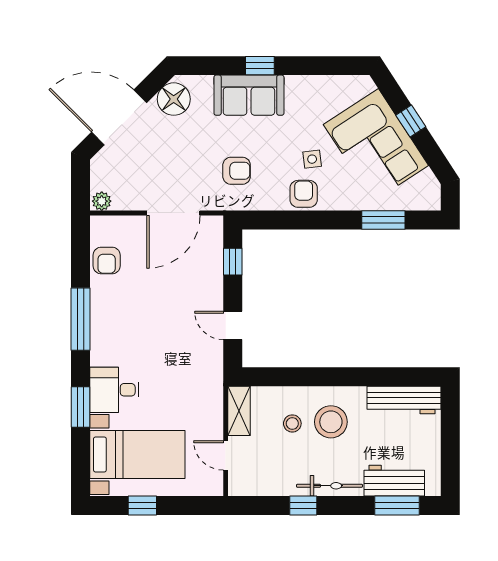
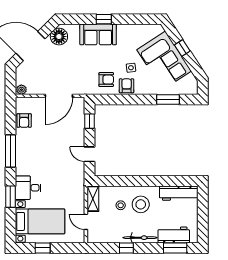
armchair: (237, 171) -> (106, 80), moved

